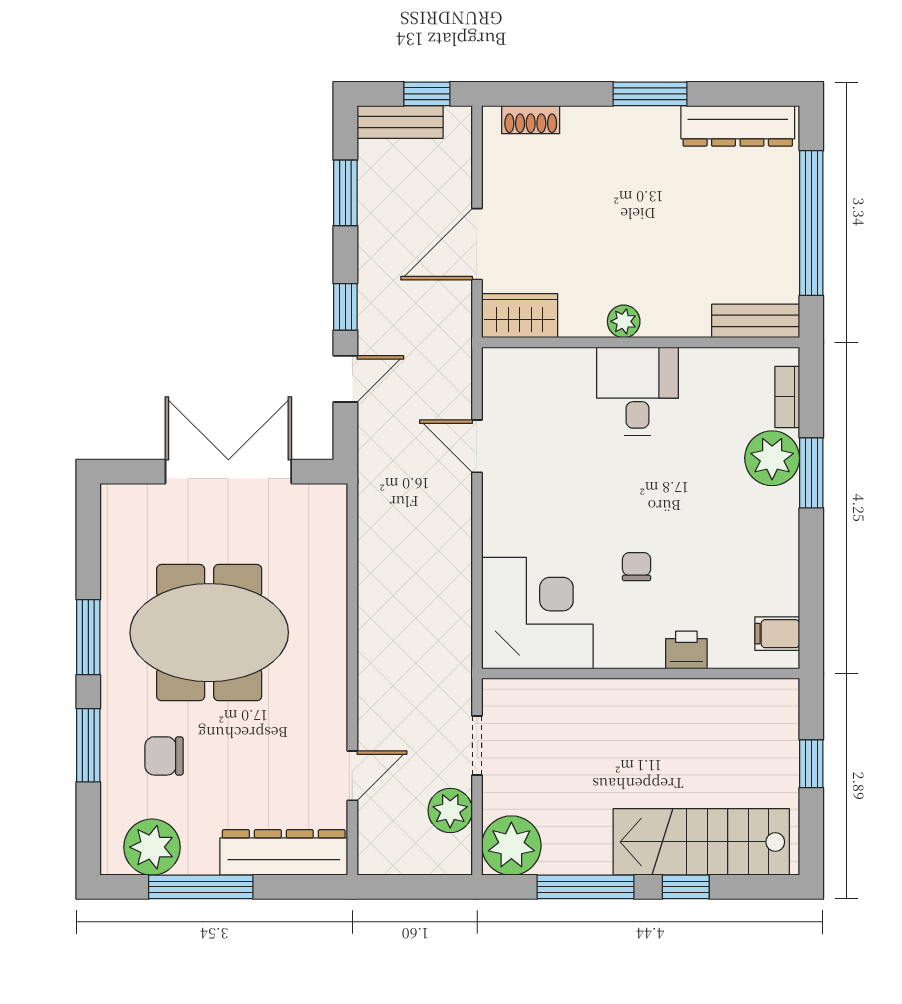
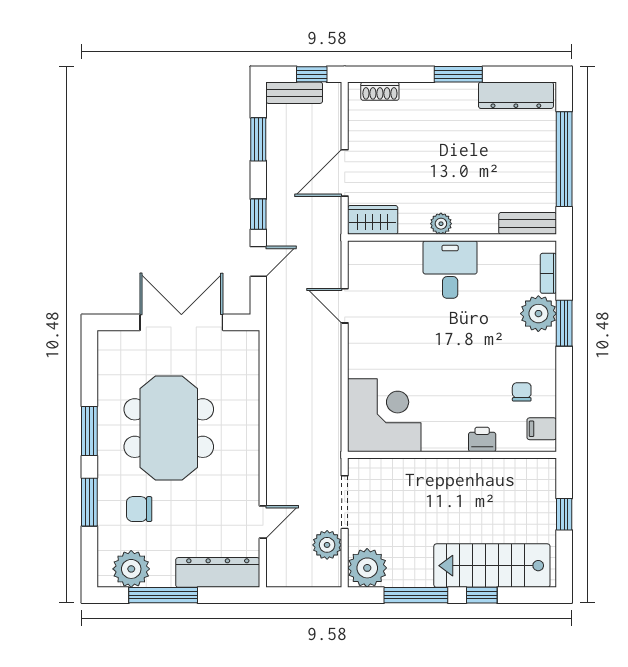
chair: (637, 567) -> (522, 392), moved
meeting table: (209, 633) -> (169, 428), turned 90
doorway: (477, 745) -> (345, 502), width x1.38

